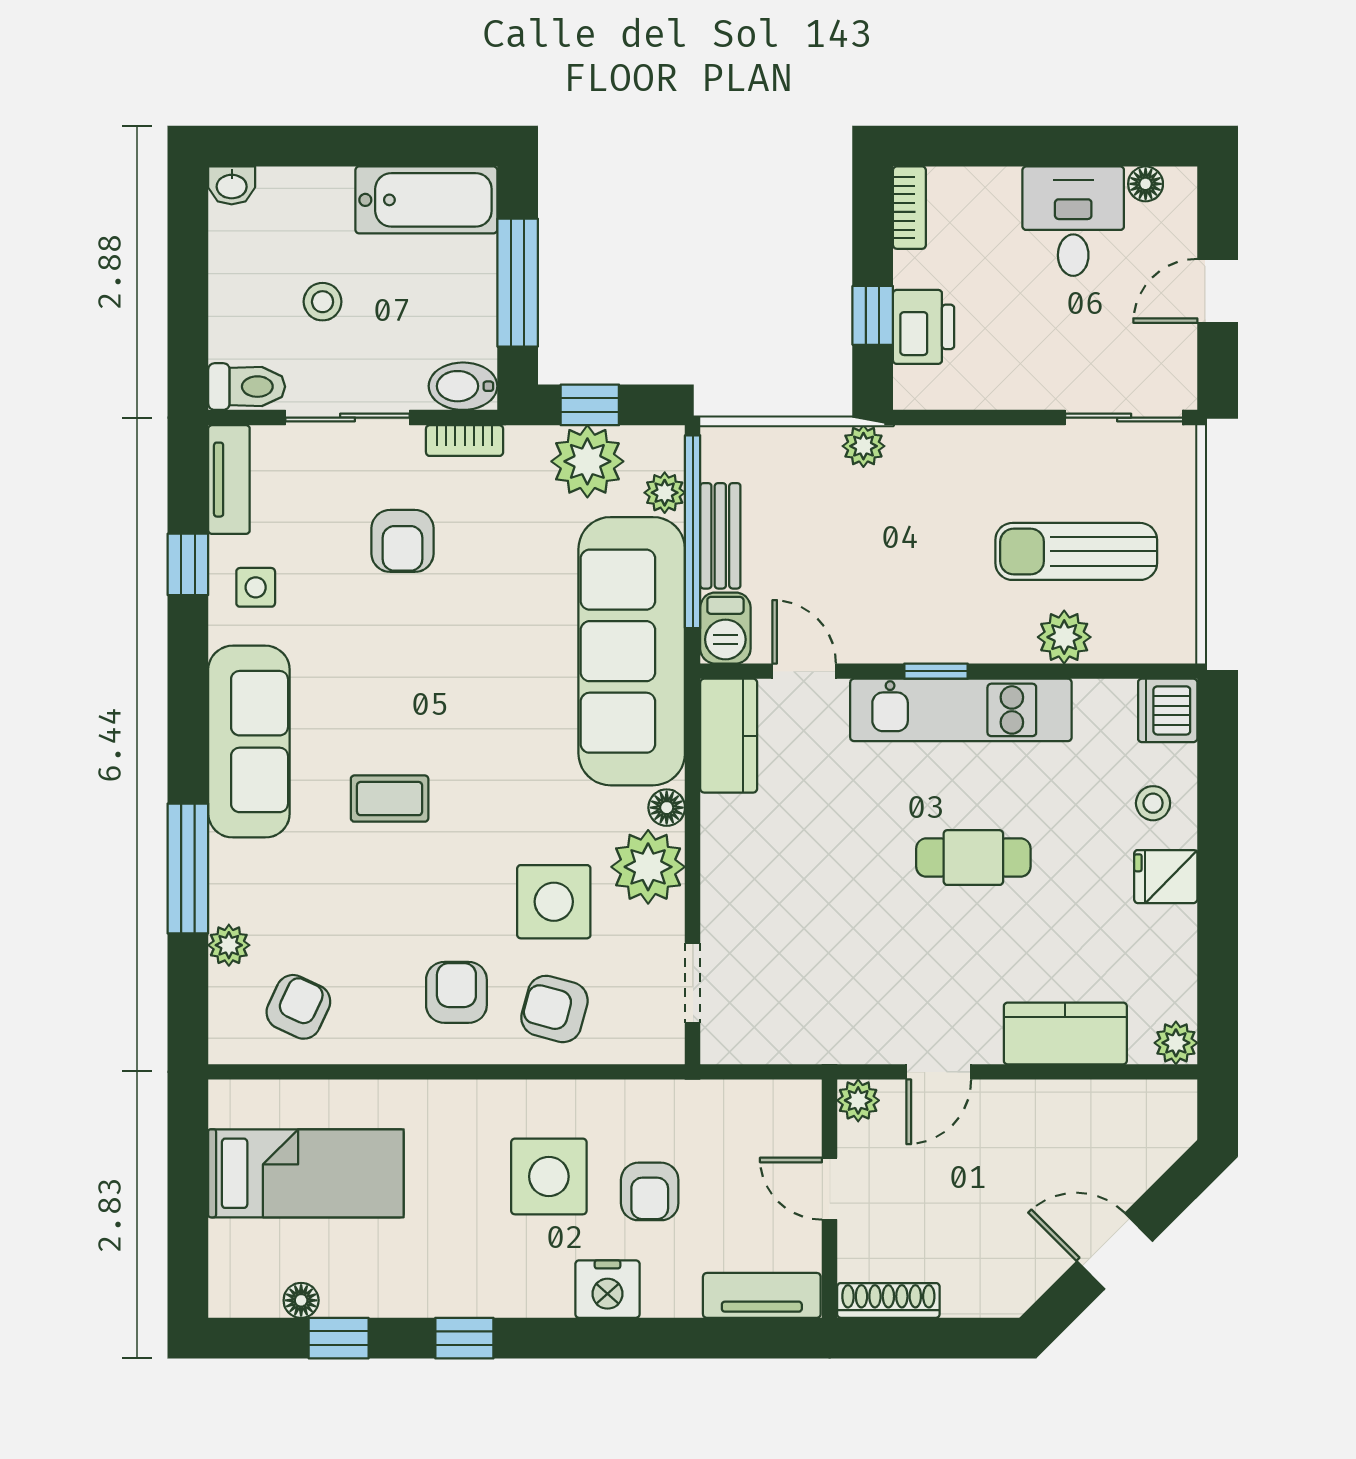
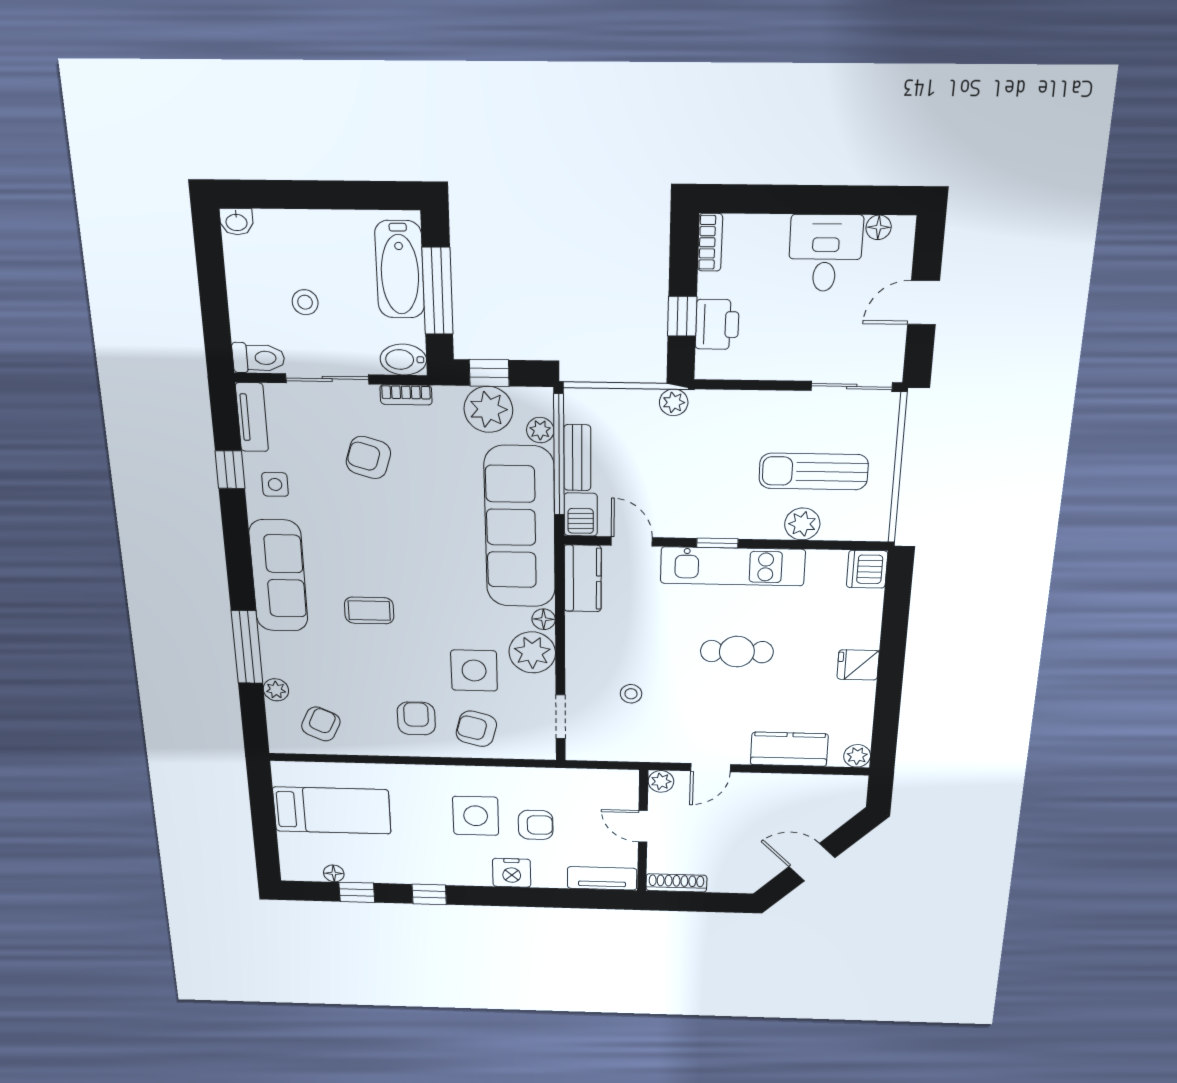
bathtub: (426, 200) -> (400, 269), moved, turned 90
armchair: (402, 541) -> (368, 458), turned 107
stool: (1153, 803) -> (631, 694), moved
armchair: (650, 1191) -> (536, 825), turned -90

